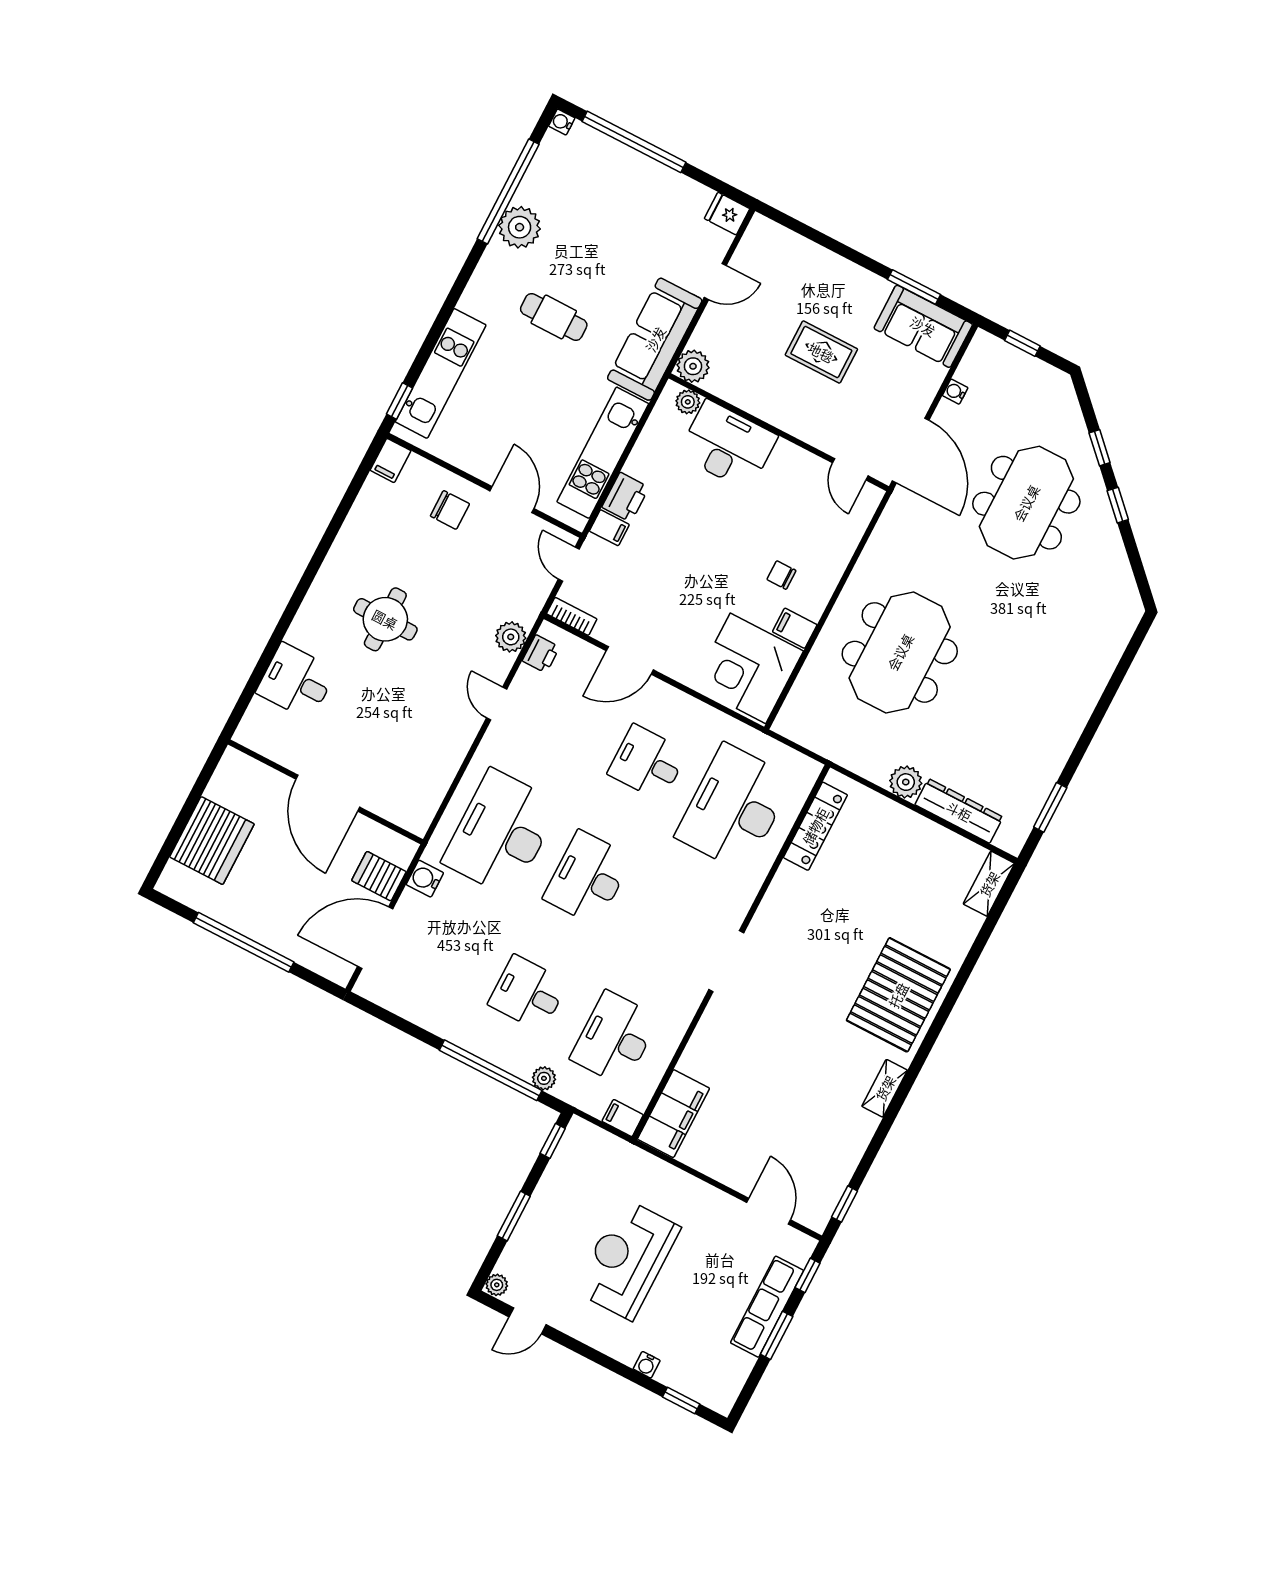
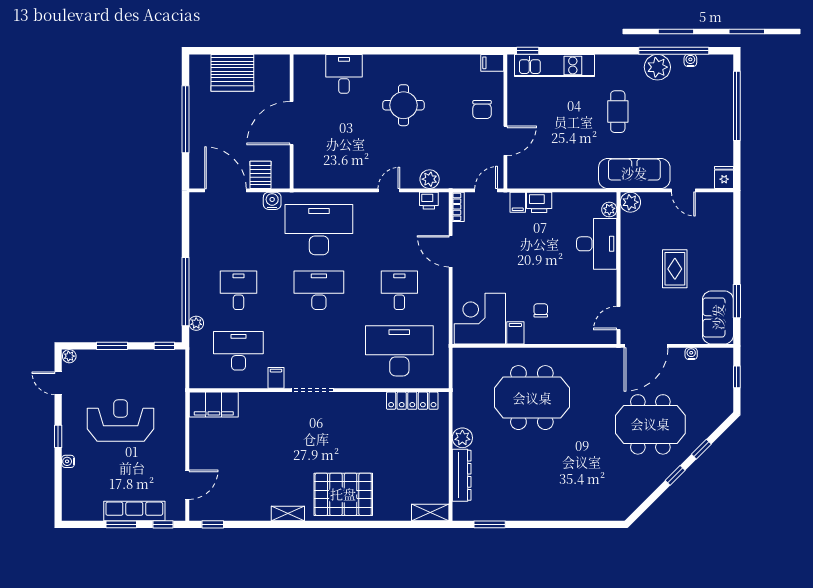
water cooler: (562, 122) -> (690, 60), moved
kitchen unit: (603, 453) -> (557, 177), removed
filing cabinet: (623, 1118) -> (276, 378), moved
window: (681, 1400) -> (58, 436), moved

